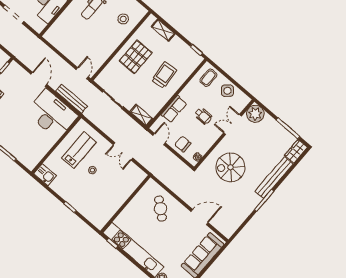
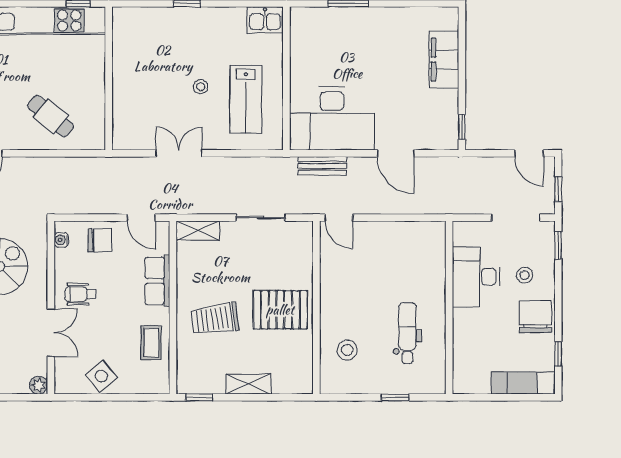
shelving: (163, 30) -> (249, 384), moved
pallet: (136, 57) -> (280, 310), turned 90
trolley: (164, 75) -> (215, 319), turned 87
coffee table: (208, 78) -> (151, 343), moved
bench: (71, 99) -> (322, 166), width x0.73
plant: (255, 114) -> (39, 385), width x0.53, depth x0.53
wheelchair: (203, 116) -> (81, 294), moved

